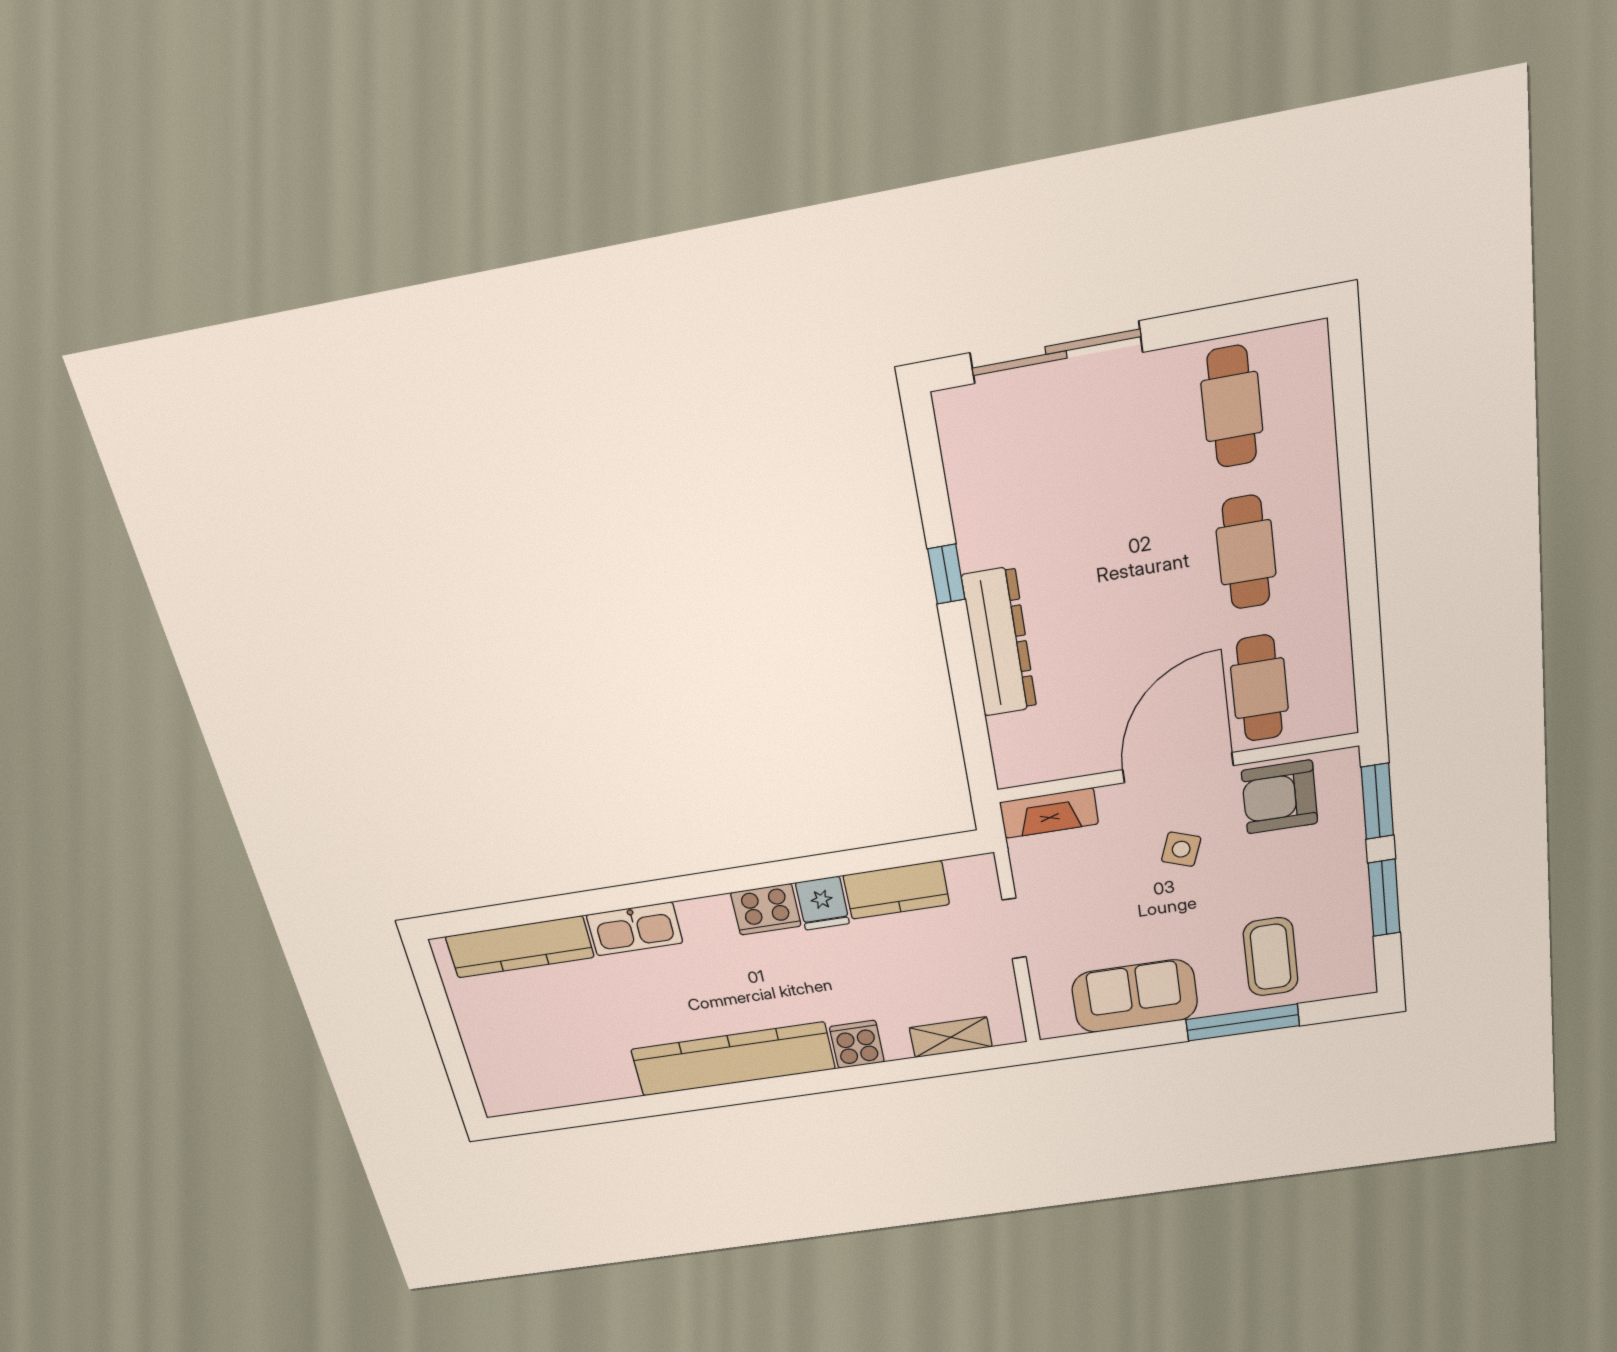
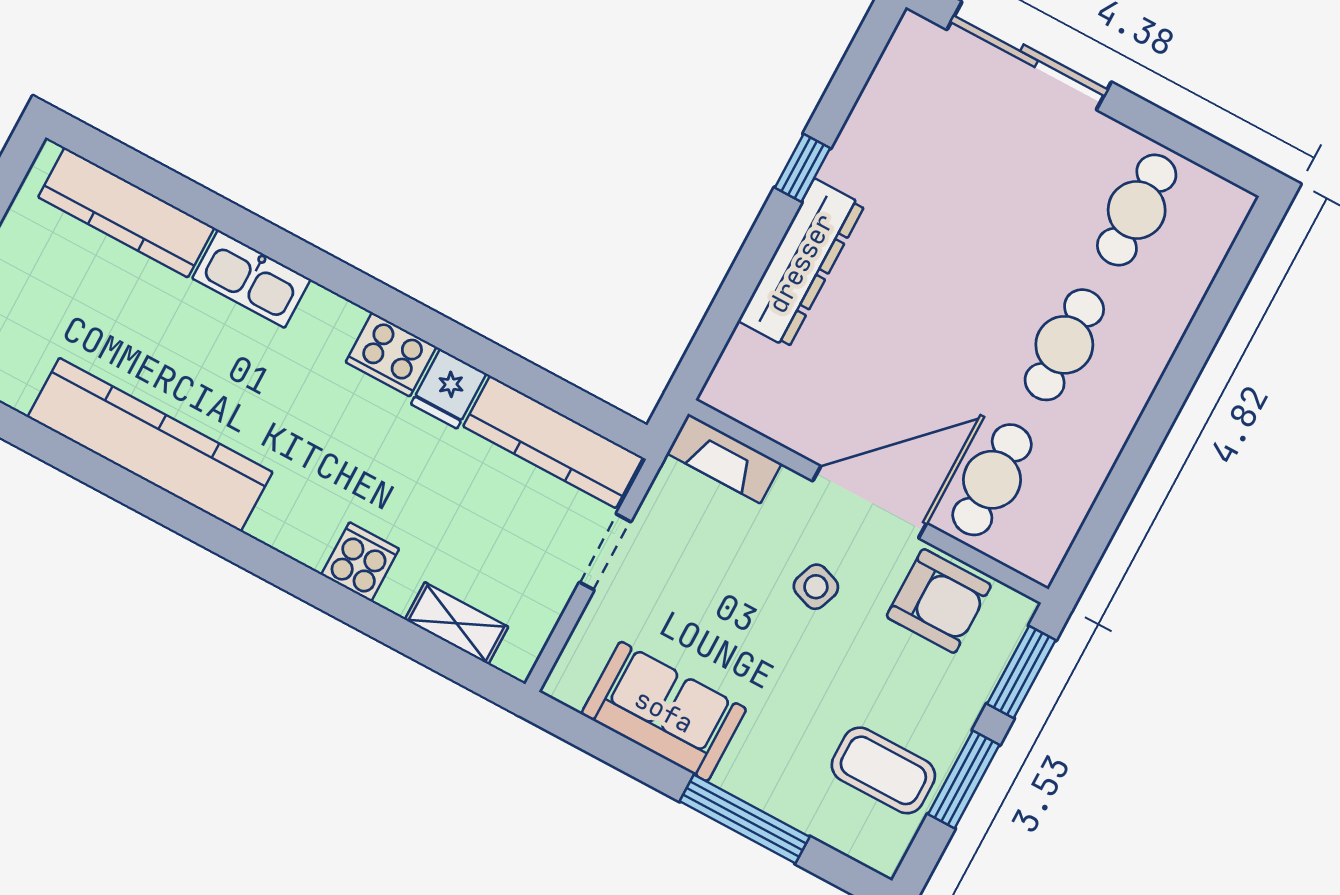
armchair: (1280, 797) -> (939, 601), turned 180
kitchen counter: (896, 890) -> (553, 442), width x1.50
coffee table: (1271, 957) -> (883, 770), moved, turned 90
kitchen counter: (733, 1059) -> (150, 445), moved

